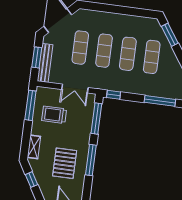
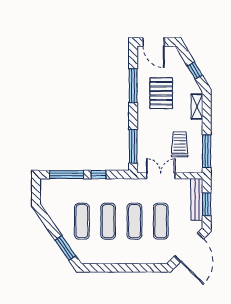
window: (114, 95) -> (99, 175), moved
trolley: (54, 115) -> (180, 144), turned -90
window: (91, 160) -> (133, 86), moved

